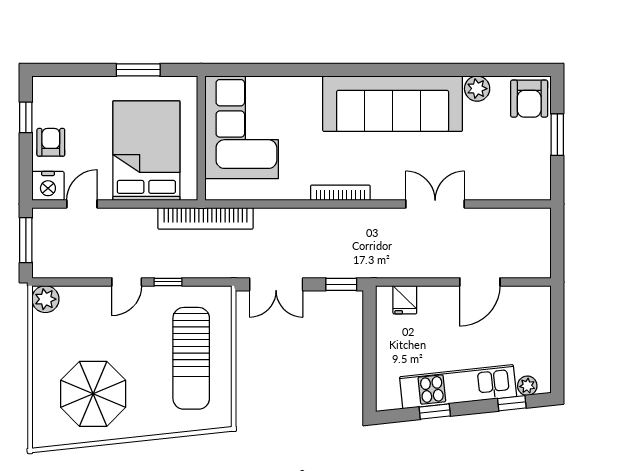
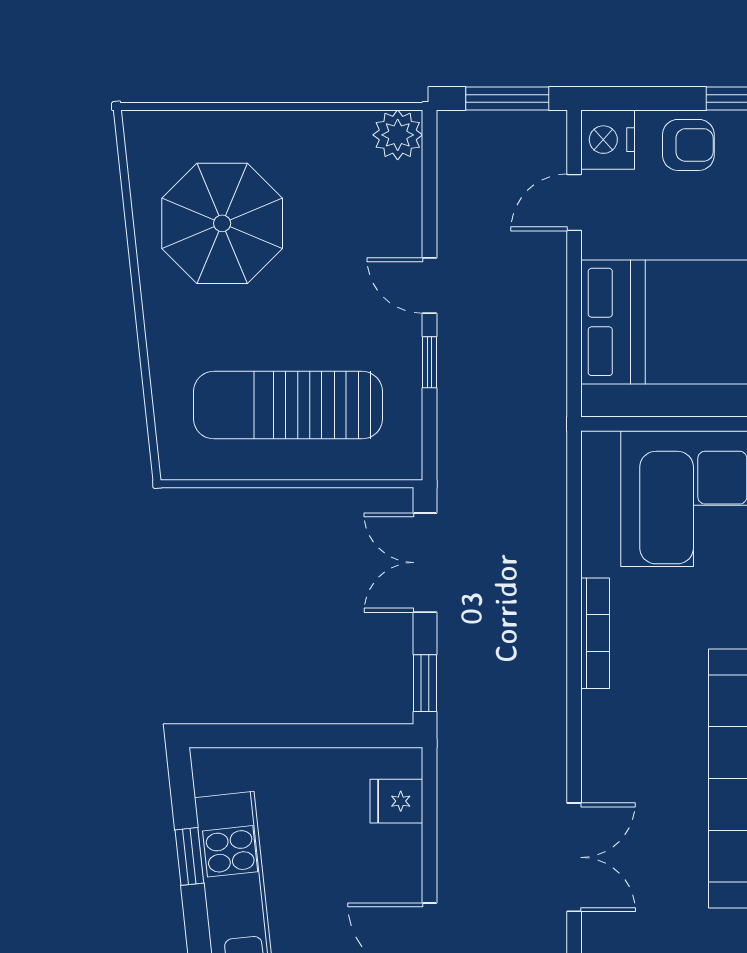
bookcase: (340, 193) -> (595, 633), moved
door: (82, 204) -> (574, 202), swing flipped
bookcase: (205, 218) -> (547, 432), removed

